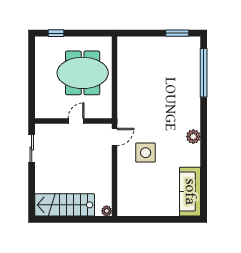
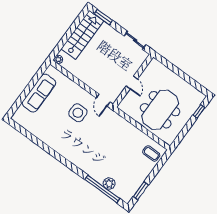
coffee table: (133, 50) -> (151, 153), added
plant: (193, 137) -> (109, 184), moved
sofa: (190, 192) -> (39, 93), moved, turned 90
window: (32, 197) -> (103, 17), added

